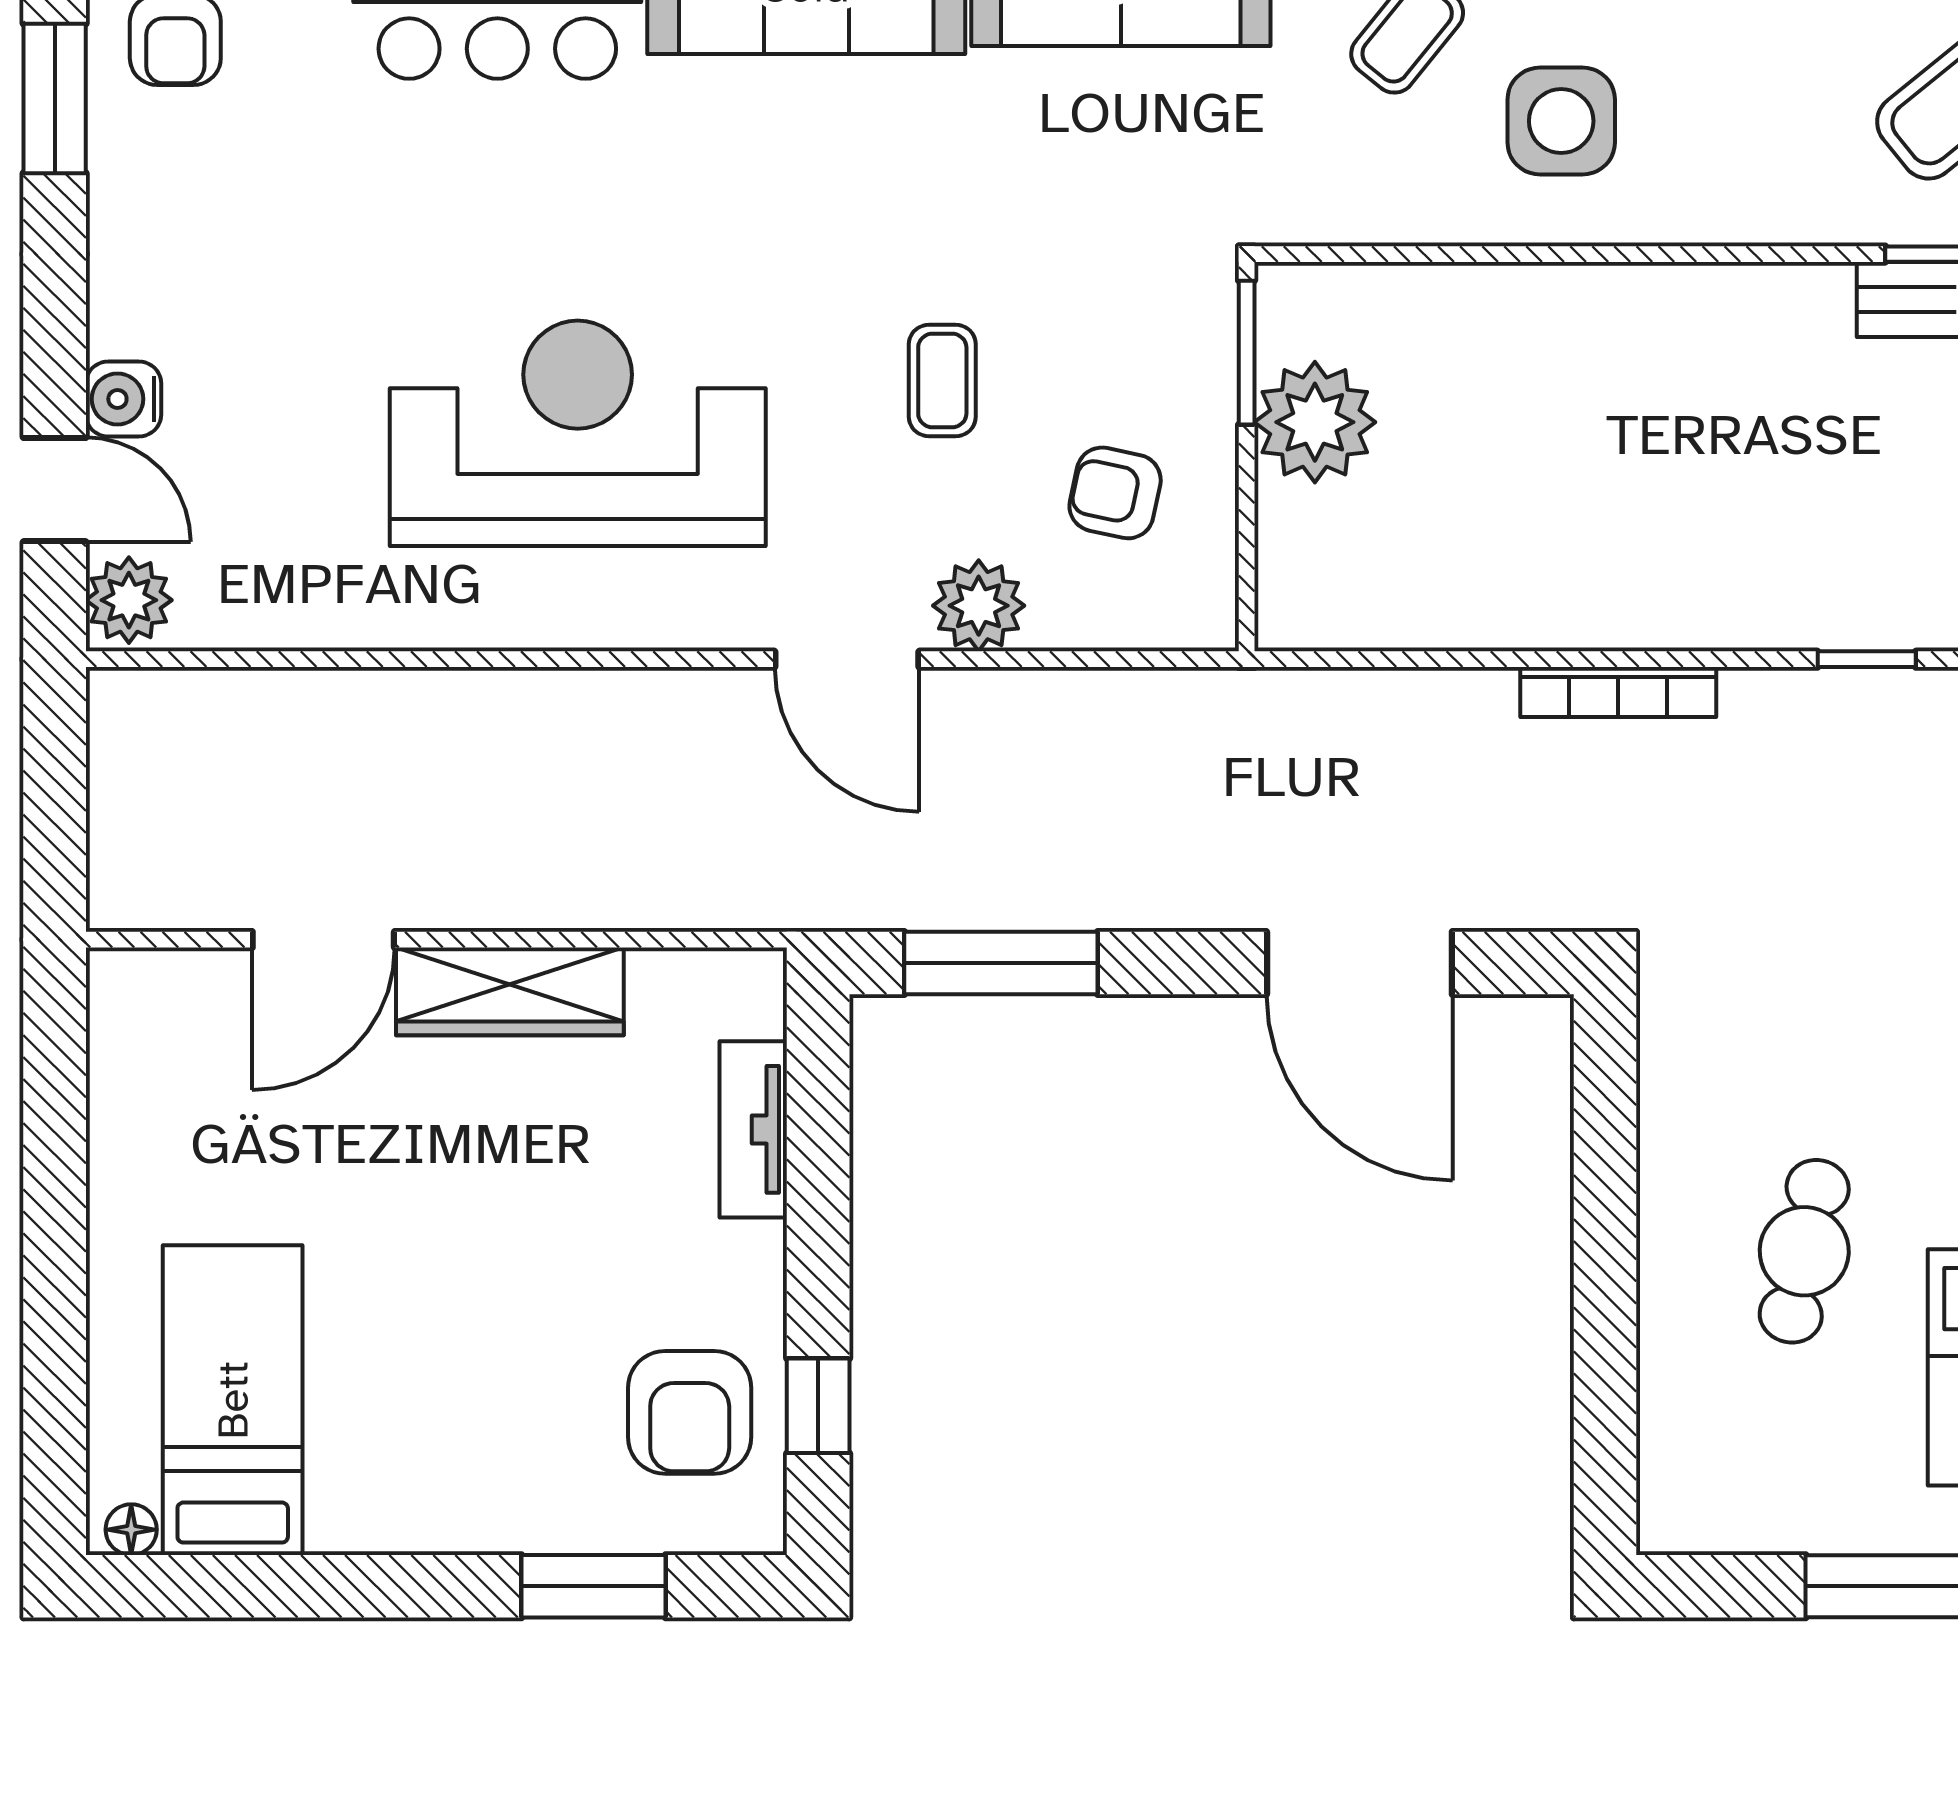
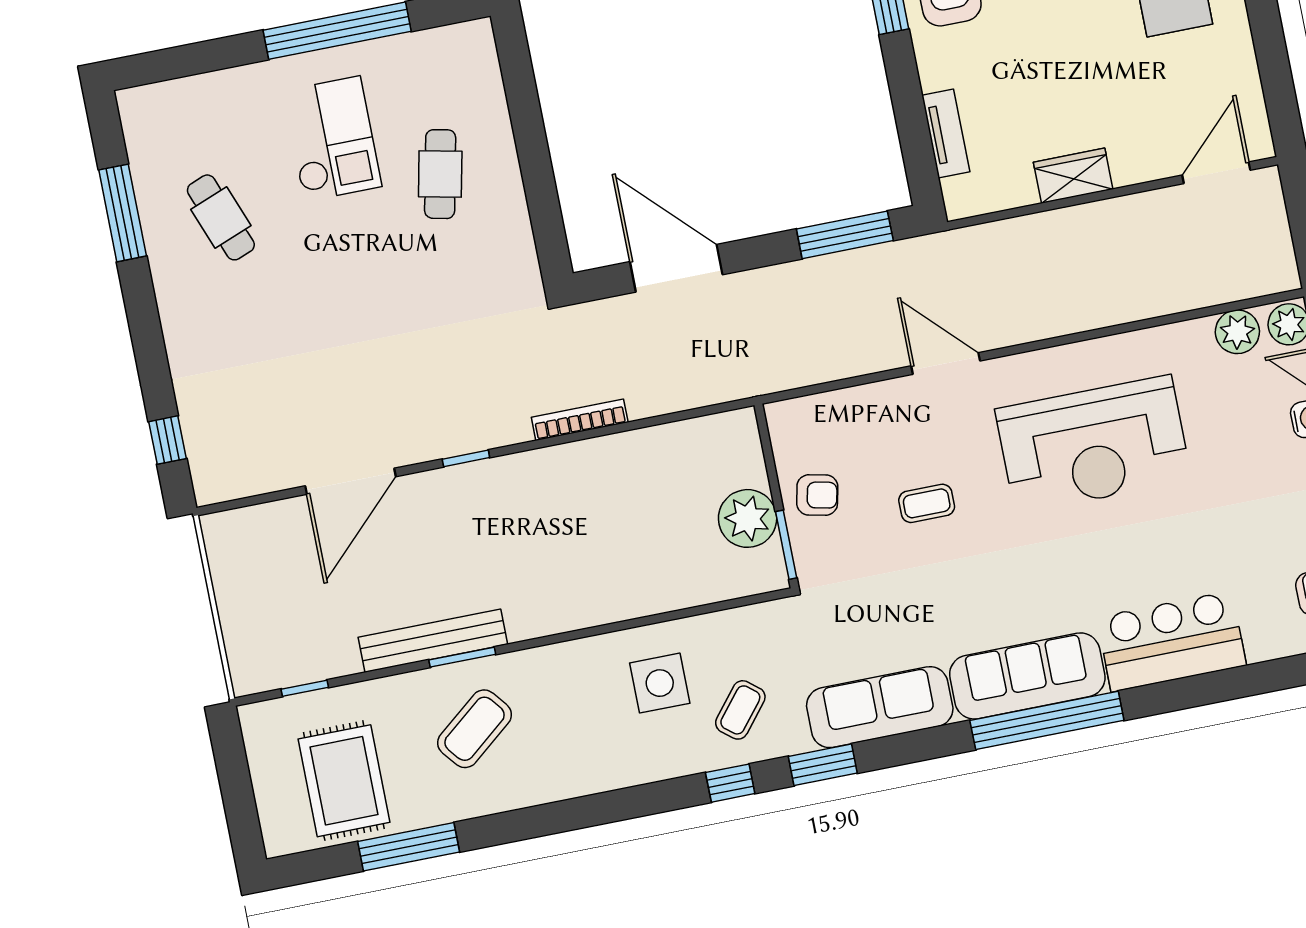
coffee table: (942, 380) -> (927, 503), turned 90
armchair: (1115, 493) -> (817, 495), moved
plant: (979, 606) -> (1237, 332), moved
door: (323, 940) -> (1216, 173), moved
wardrobe: (510, 991) -> (1073, 176), width x0.67

